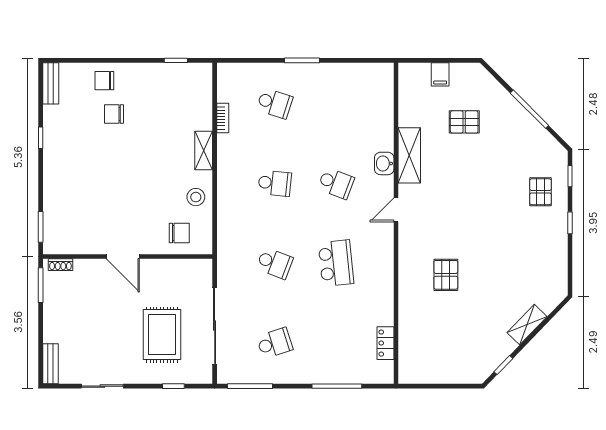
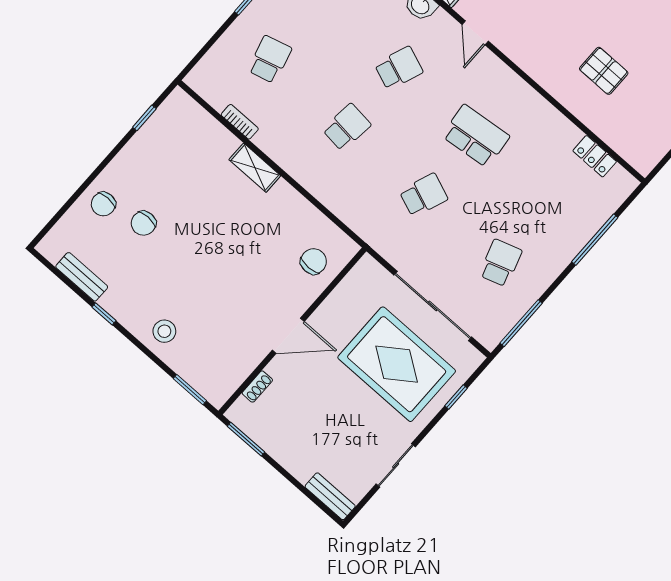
bench: (51, 83) -> (82, 277), moved
school desk: (275, 103) -> (270, 59), turned -33
stool: (196, 197) -> (164, 331), moved
shoe rack: (60, 265) -> (257, 387), moved
pallet: (446, 275) -> (604, 71), moved
rug: (162, 335) -> (397, 364), width x1.37, depth x1.44

